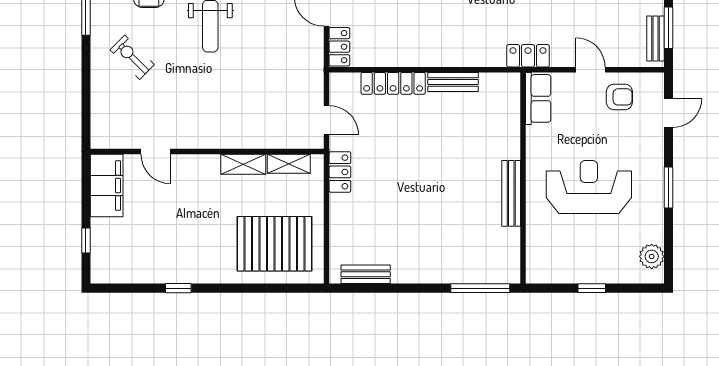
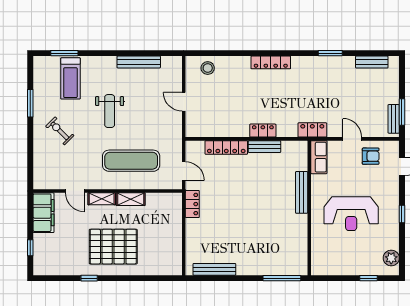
locker: (339, 47) -> (263, 131), moved, turned -90
exercise mat: (244, 104) -> (131, 161), added
shelving: (289, 164) -> (102, 199), moved
reception desk: (589, 187) -> (351, 214), turned 180
window: (669, 187) -> (402, 214), width x0.67
bench: (511, 193) -> (302, 192), moved
pallet: (275, 244) -> (113, 247), moved
bench: (366, 274) -> (214, 269), width x1.36
window: (592, 288) -> (369, 278), moved

